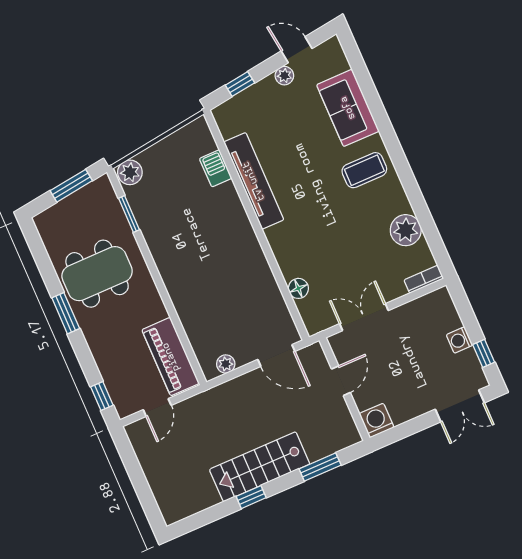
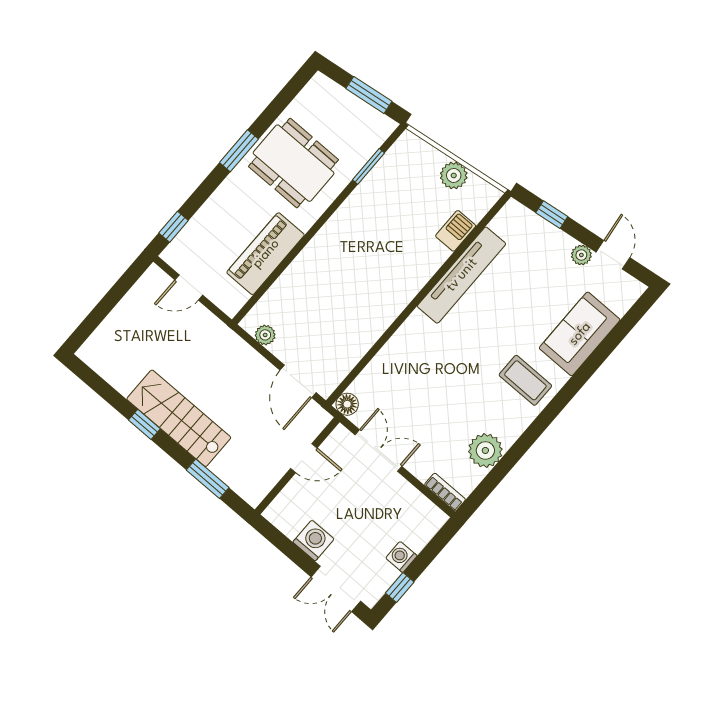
plant: (130, 172) -> (454, 175), moved
floor lamp: (298, 288) -> (347, 404), moved
piano: (171, 357) -> (266, 254), moved
washing machine: (377, 421) -> (313, 541), moved

